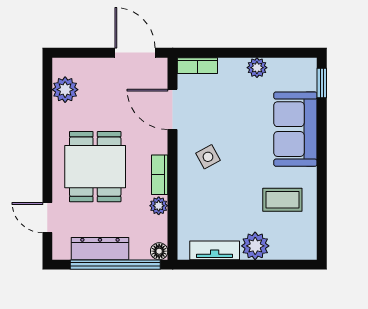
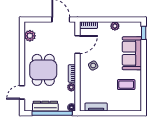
door: (173, 109) -> (77, 45), swing flipped
door: (47, 218) -> (22, 92), hinge flipped
plant: (255, 246) -> (114, 105), removed

